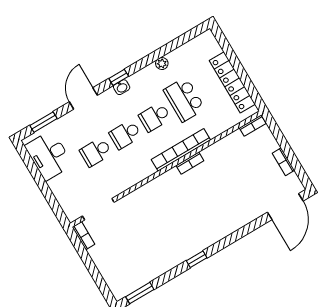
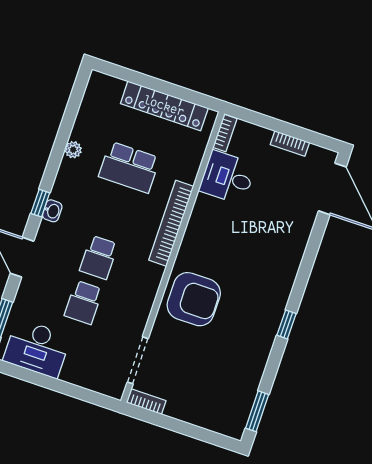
school desk: (155, 117) -> (114, 212), removed
desk: (233, 151) -> (227, 177), added
bookcase: (190, 163) -> (193, 229), removed
armchair: (158, 202) -> (194, 299), added

